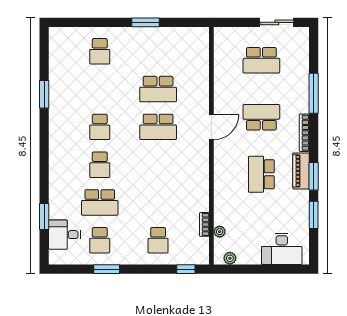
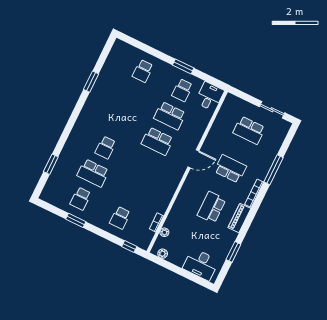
school desk: (100, 127) -> (182, 90), moved
window: (314, 176) -> (246, 226), removed
desk: (65, 235) -> (210, 96), moved, turned 90

